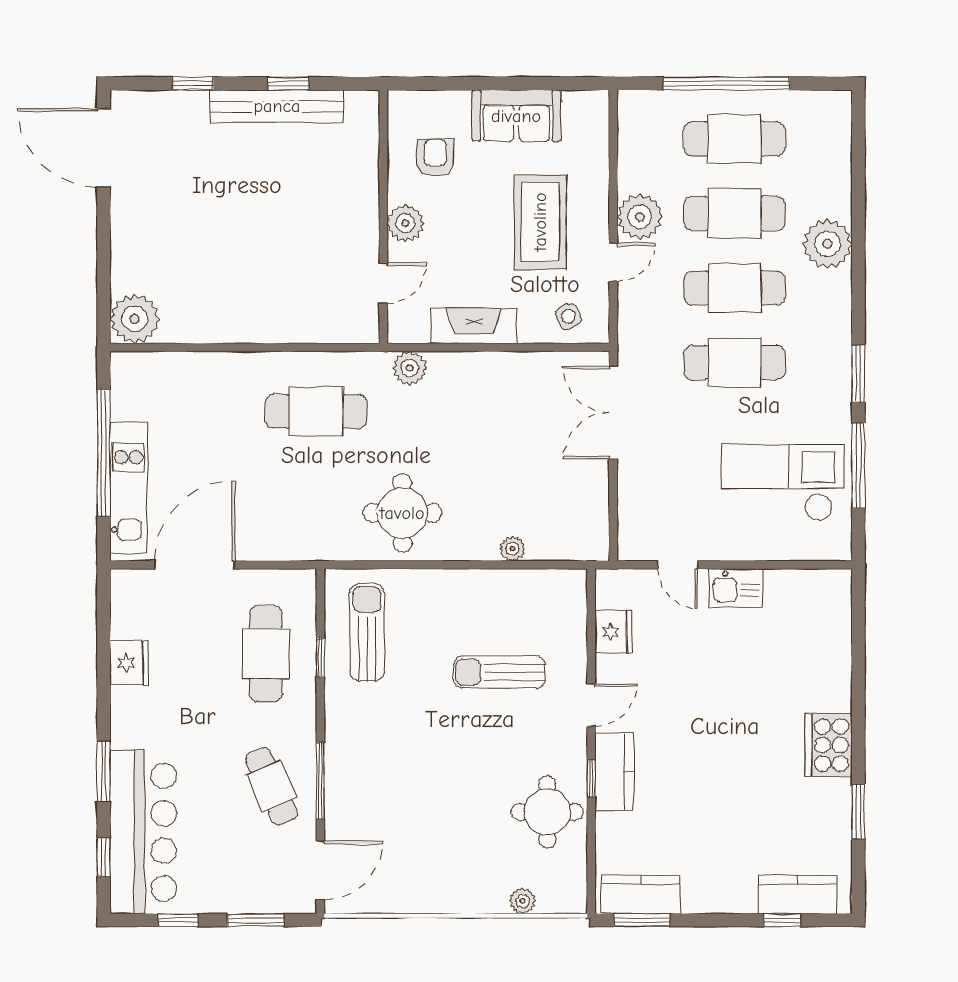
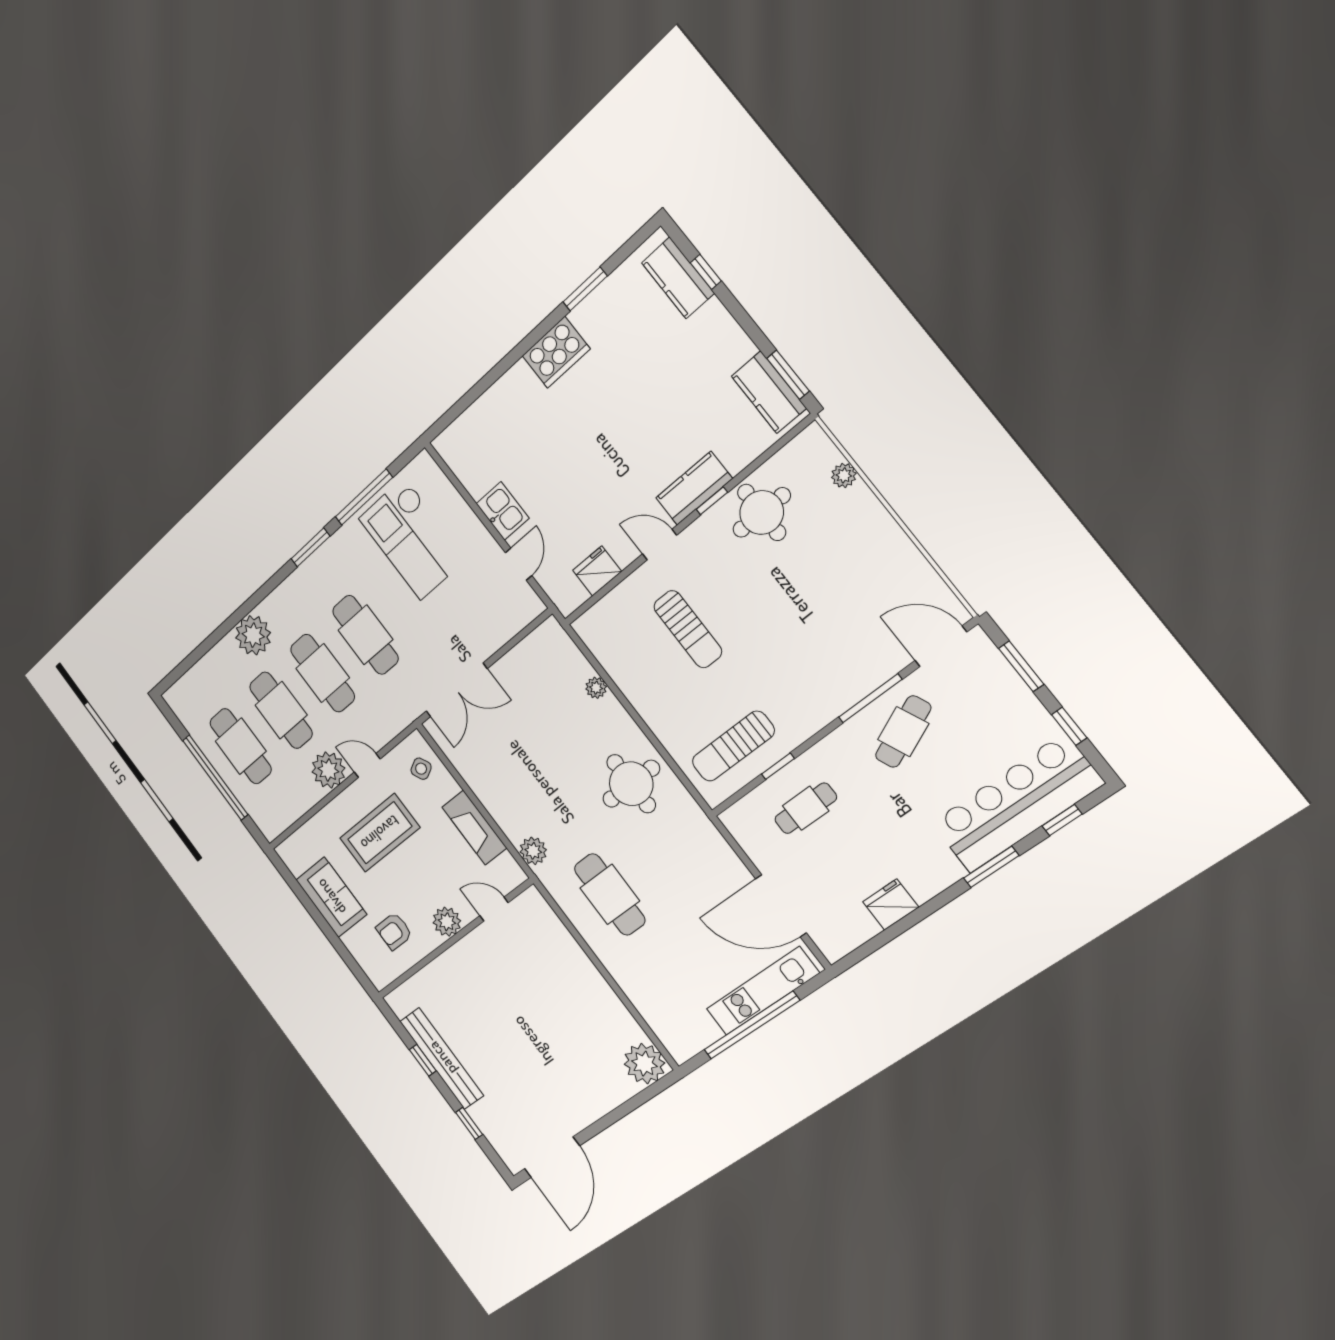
cafe table: (266, 654) -> (806, 808), width x0.73, depth x0.74

